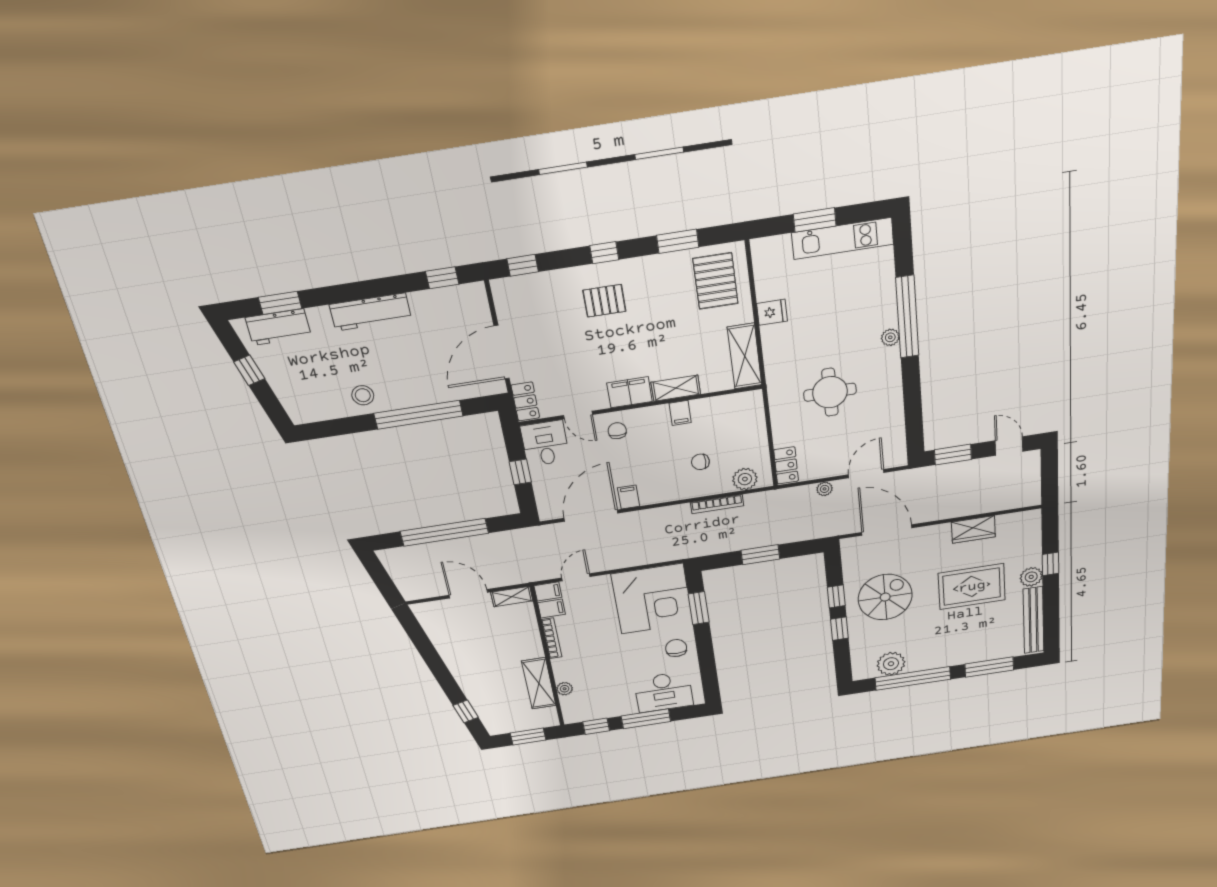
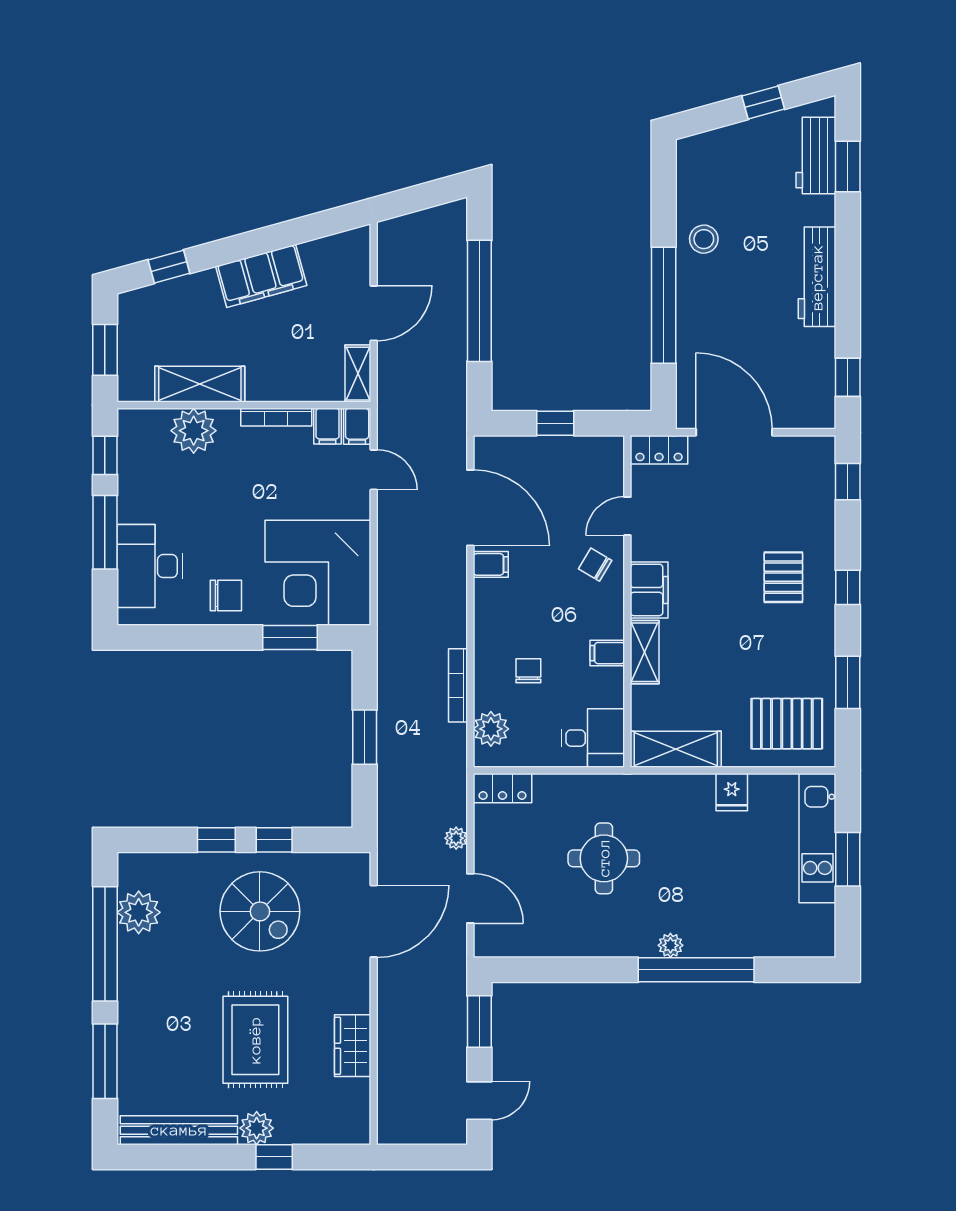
kitchen unit: (843, 239) -> (817, 838), moved
chair: (617, 431) -> (595, 565), turned -149
desk: (545, 443) -> (593, 738), moved
filing cabinet: (459, 661) -> (261, 276), added
plant: (565, 689) -> (194, 431), width x1.87, depth x1.87

